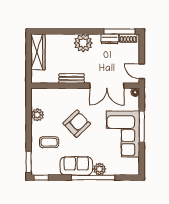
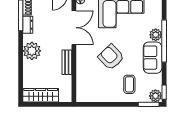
plant: (37, 115) -> (155, 96), moved

